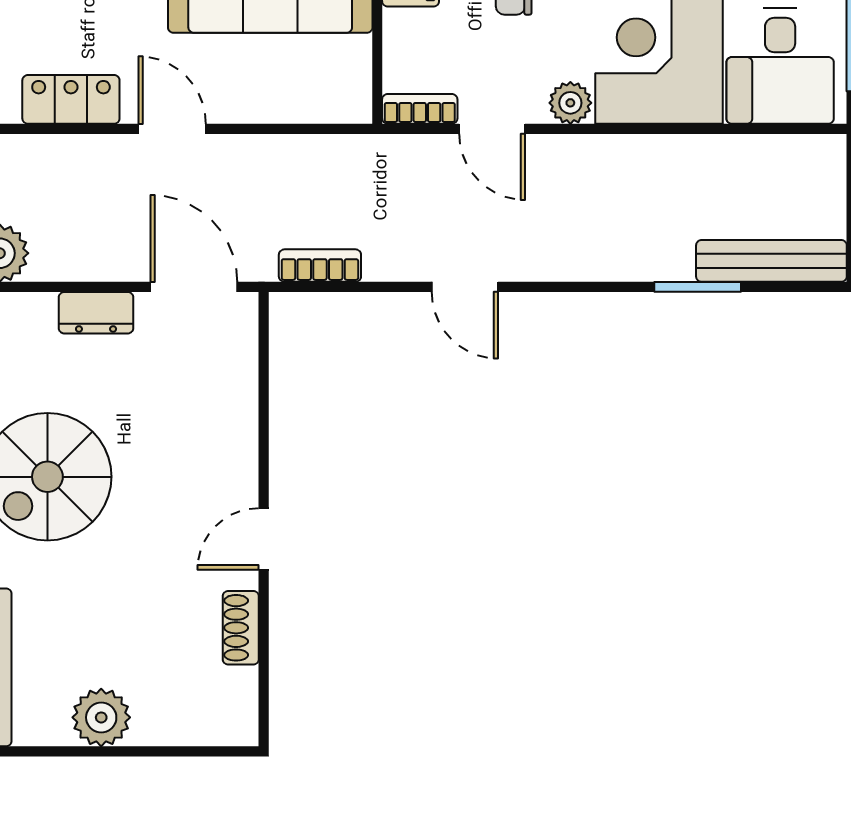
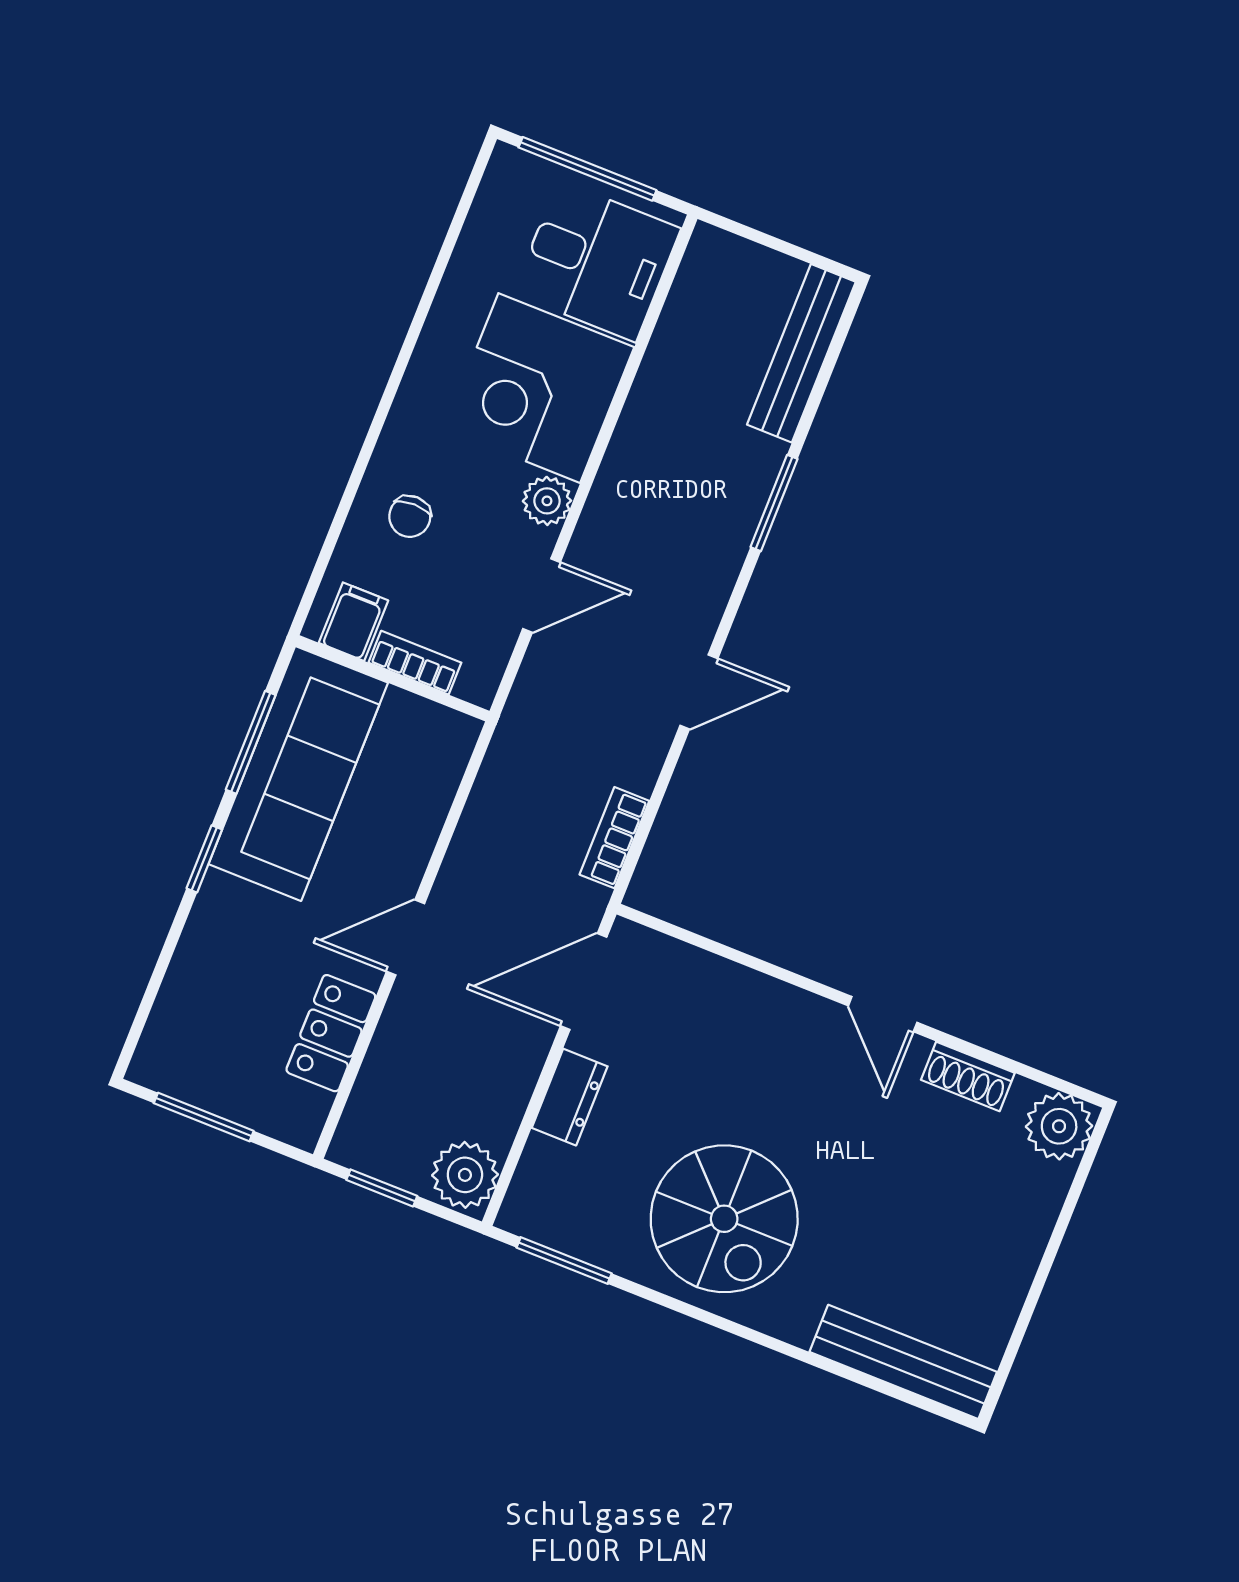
bookcase: (420, 109) -> (415, 663), moved, turned 90
window: (698, 287) -> (774, 503), moved
plant: (101, 717) -> (1059, 1126), moved

